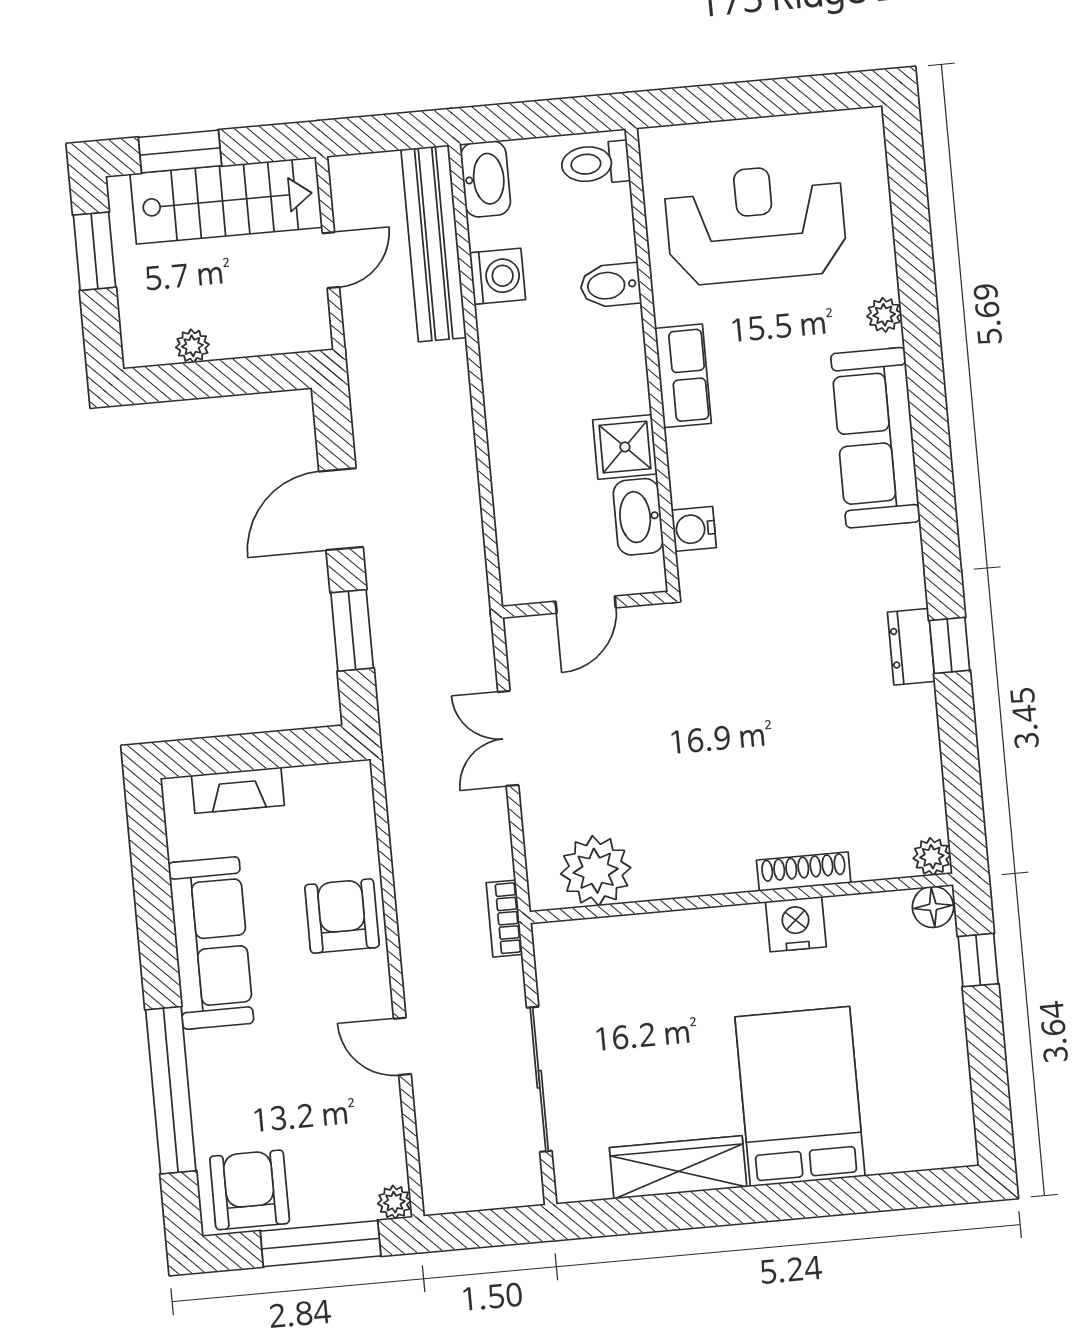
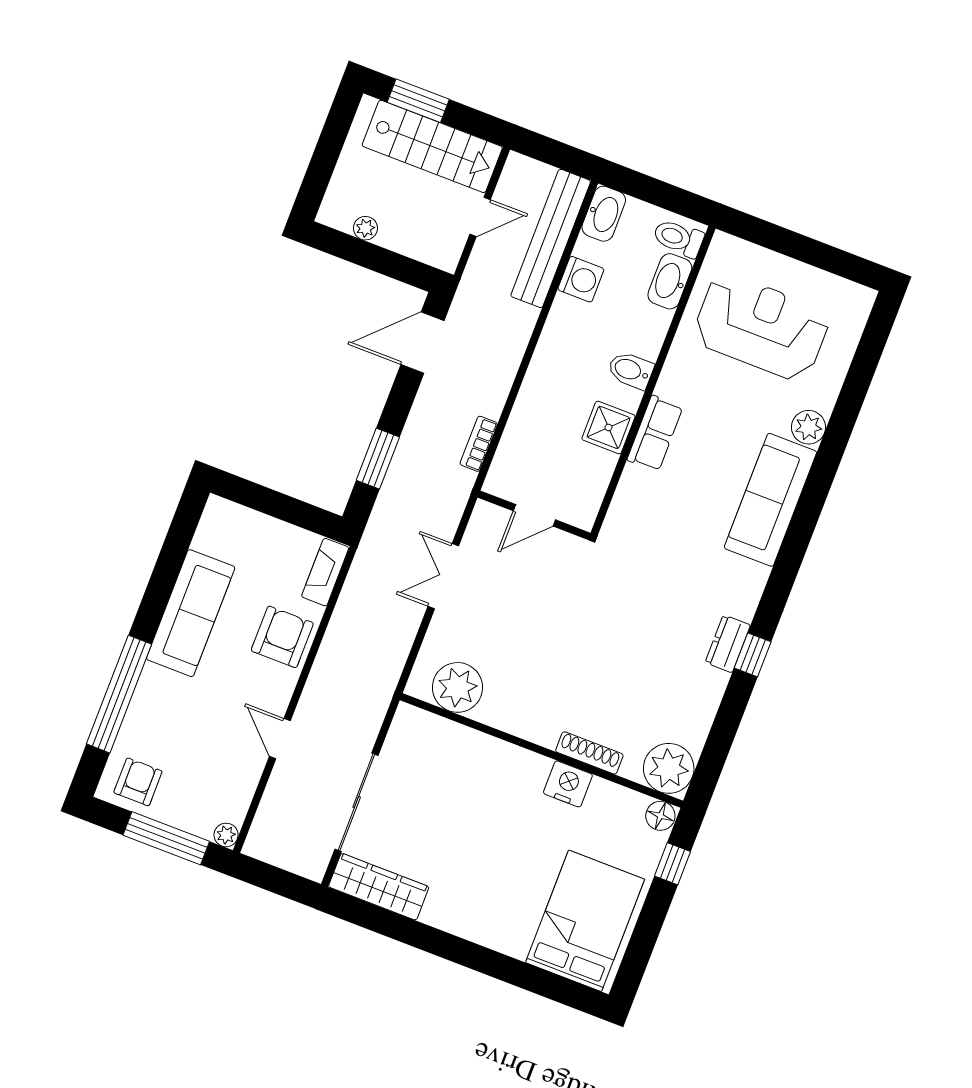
window: (94, 251) -> (333, 137), removed
bidet: (610, 285) -> (631, 370), moved
plant: (884, 315) -> (808, 427), width x1.38, depth x1.38
row of seats: (683, 376) -> (655, 433), moved
door: (341, 509) -> (422, 343), moved
washbasin: (638, 517) -> (670, 281), moved
water cooler: (694, 529) -> (627, 501), removed
fireplace: (238, 790) -> (325, 572), moved, turned 90
plant: (932, 857) -> (669, 768), width x1.88, depth x1.88
bookcase: (504, 919) -> (479, 444), moved
bed: (800, 1096) -> (585, 921), moved
wardrobe: (678, 1167) -> (379, 887), moved
armchair: (250, 1190) -> (138, 782), width x0.72, depth x0.72

